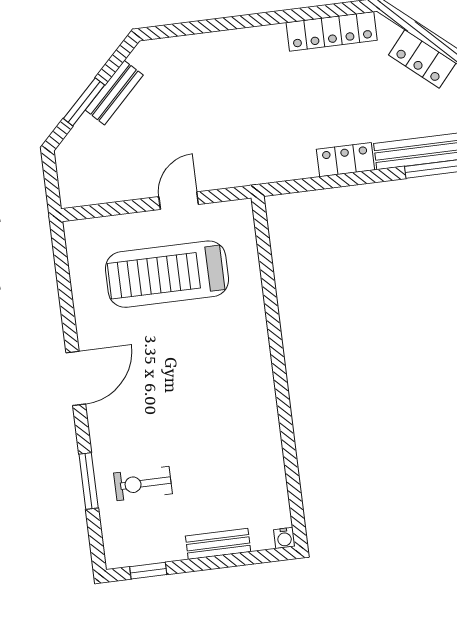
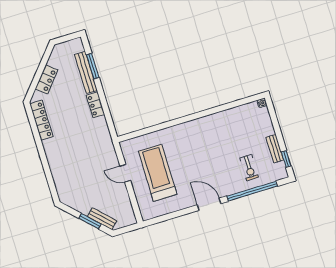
bench: (114, 93) -> (102, 219), moved
treadmill: (167, 274) -> (158, 173), turned 180
window: (89, 481) -> (252, 191), width x2.11
bench: (218, 544) -> (275, 149), moved

